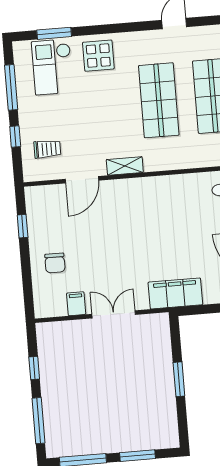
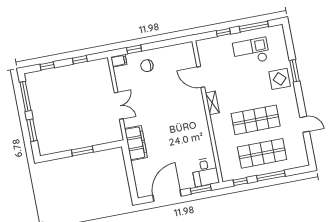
window: (54, 33) -> (295, 71), moved
checkout: (52, 67) -> (251, 52), moved
trolley: (47, 149) -> (218, 53), removed
window: (23, 226) -> (134, 49), moved
filing cabinet: (76, 304) -> (119, 61), moved
window: (39, 421) -> (47, 66), width x0.46

